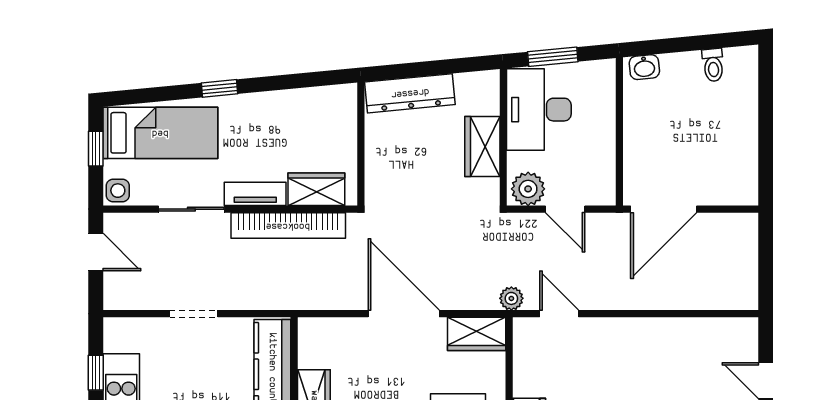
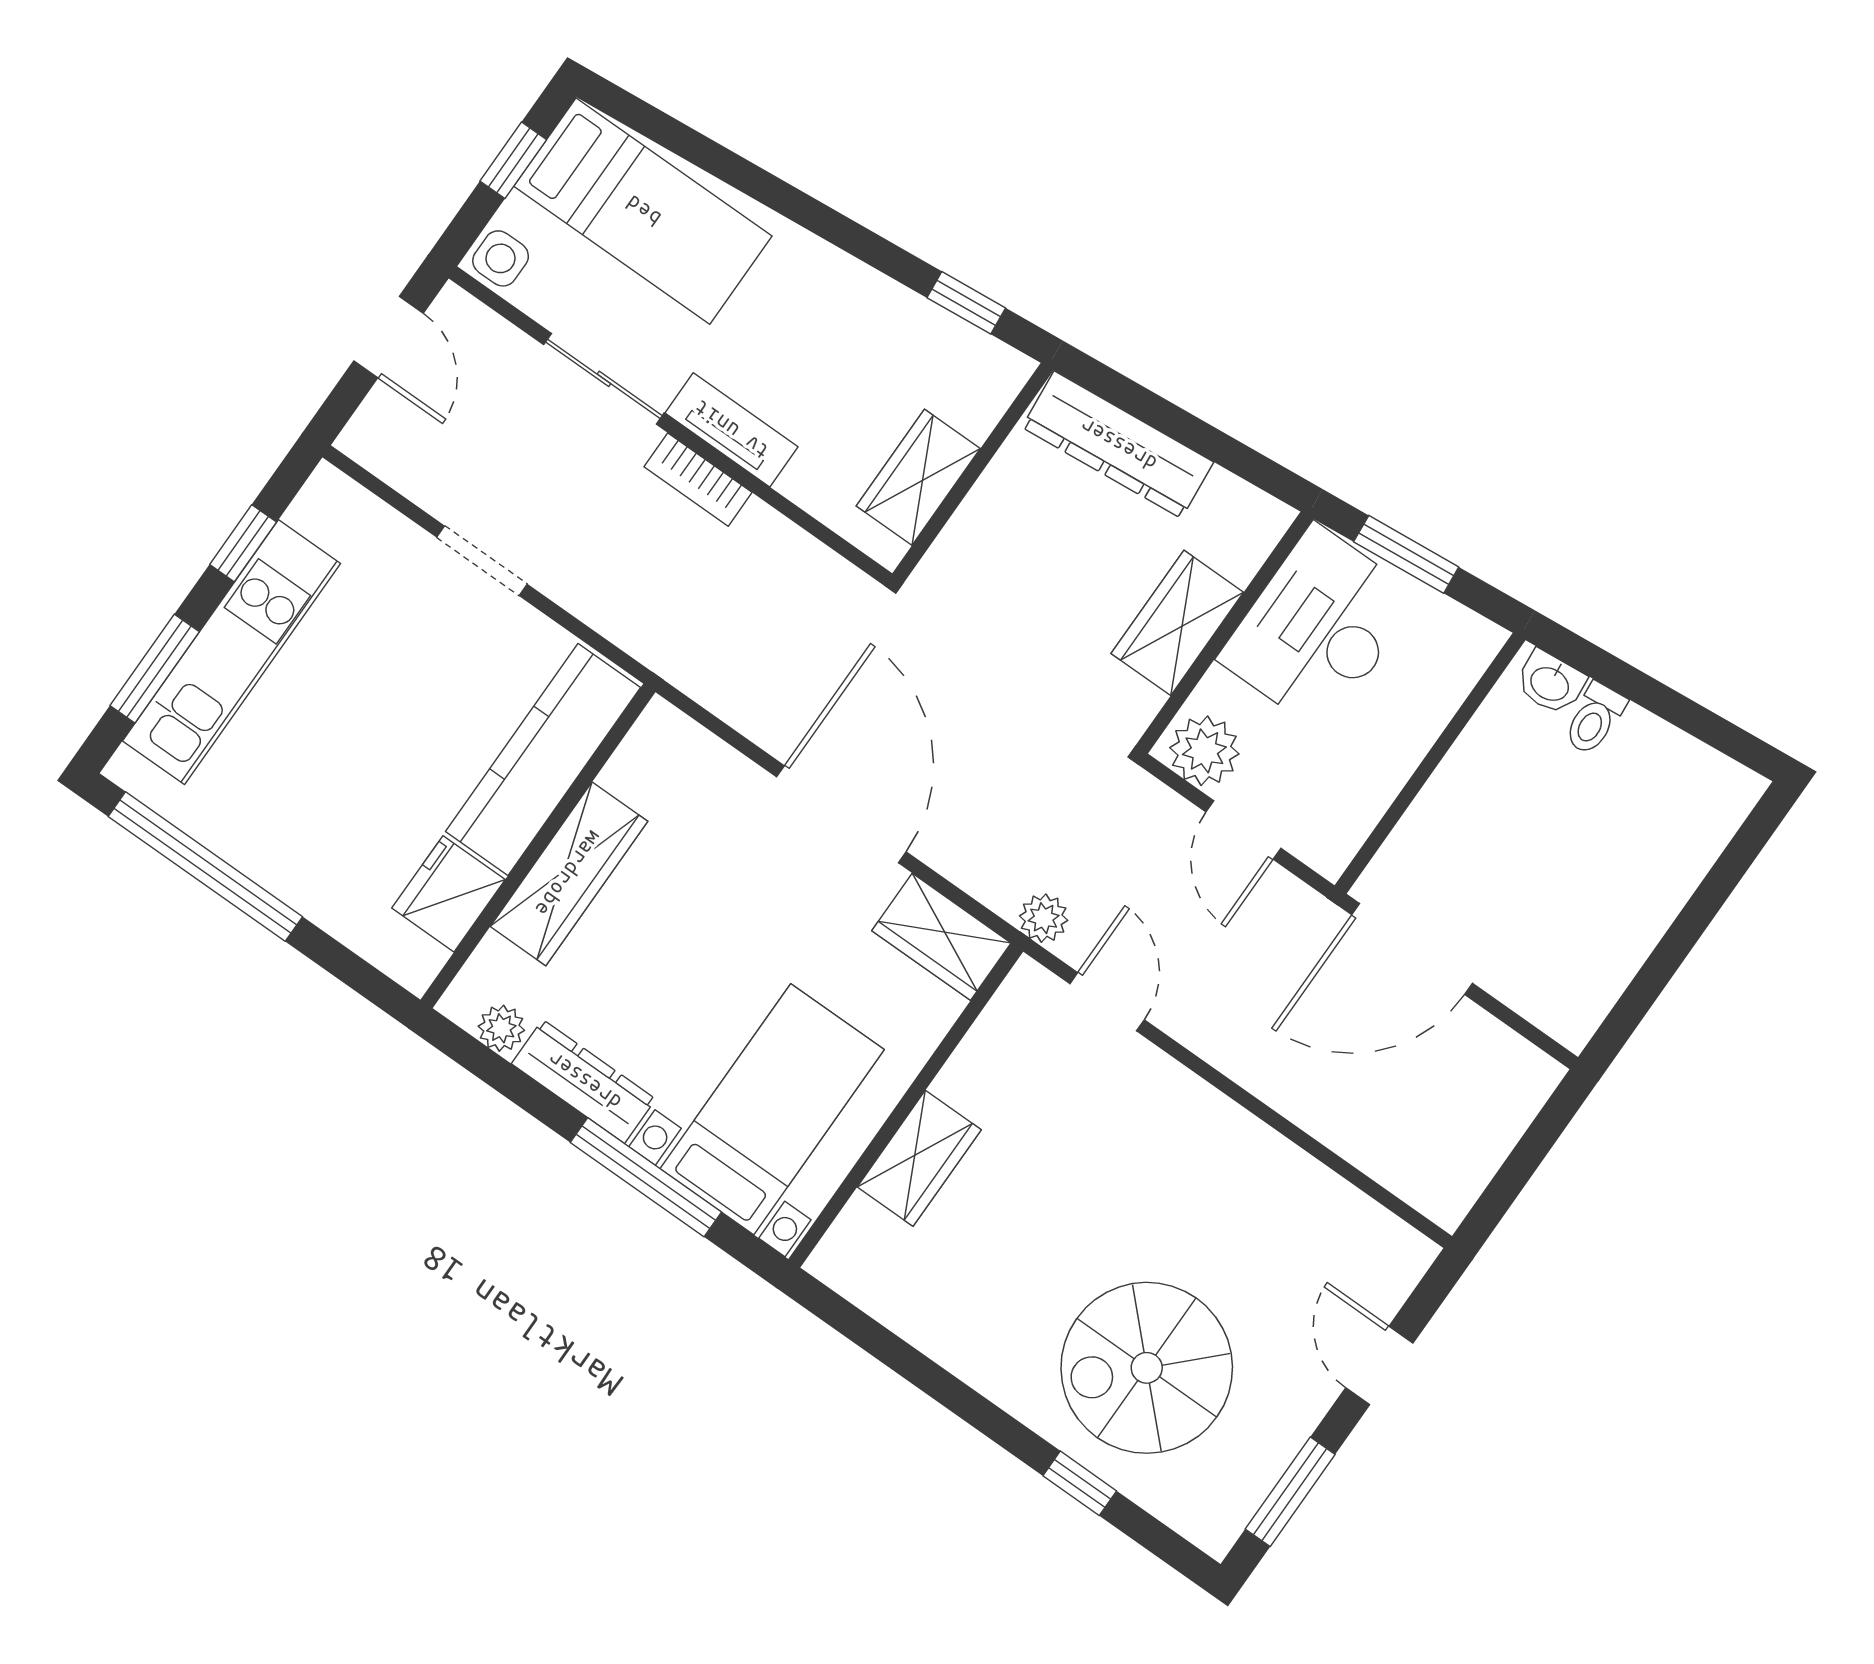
toilet: (713, 65) -> (1595, 719), moved
window: (220, 88) -> (966, 303), moved
wardrobe: (316, 189) -> (918, 477), moved, turned -90
bookcase: (288, 226) -> (698, 480), width x0.43, depth x0.76

